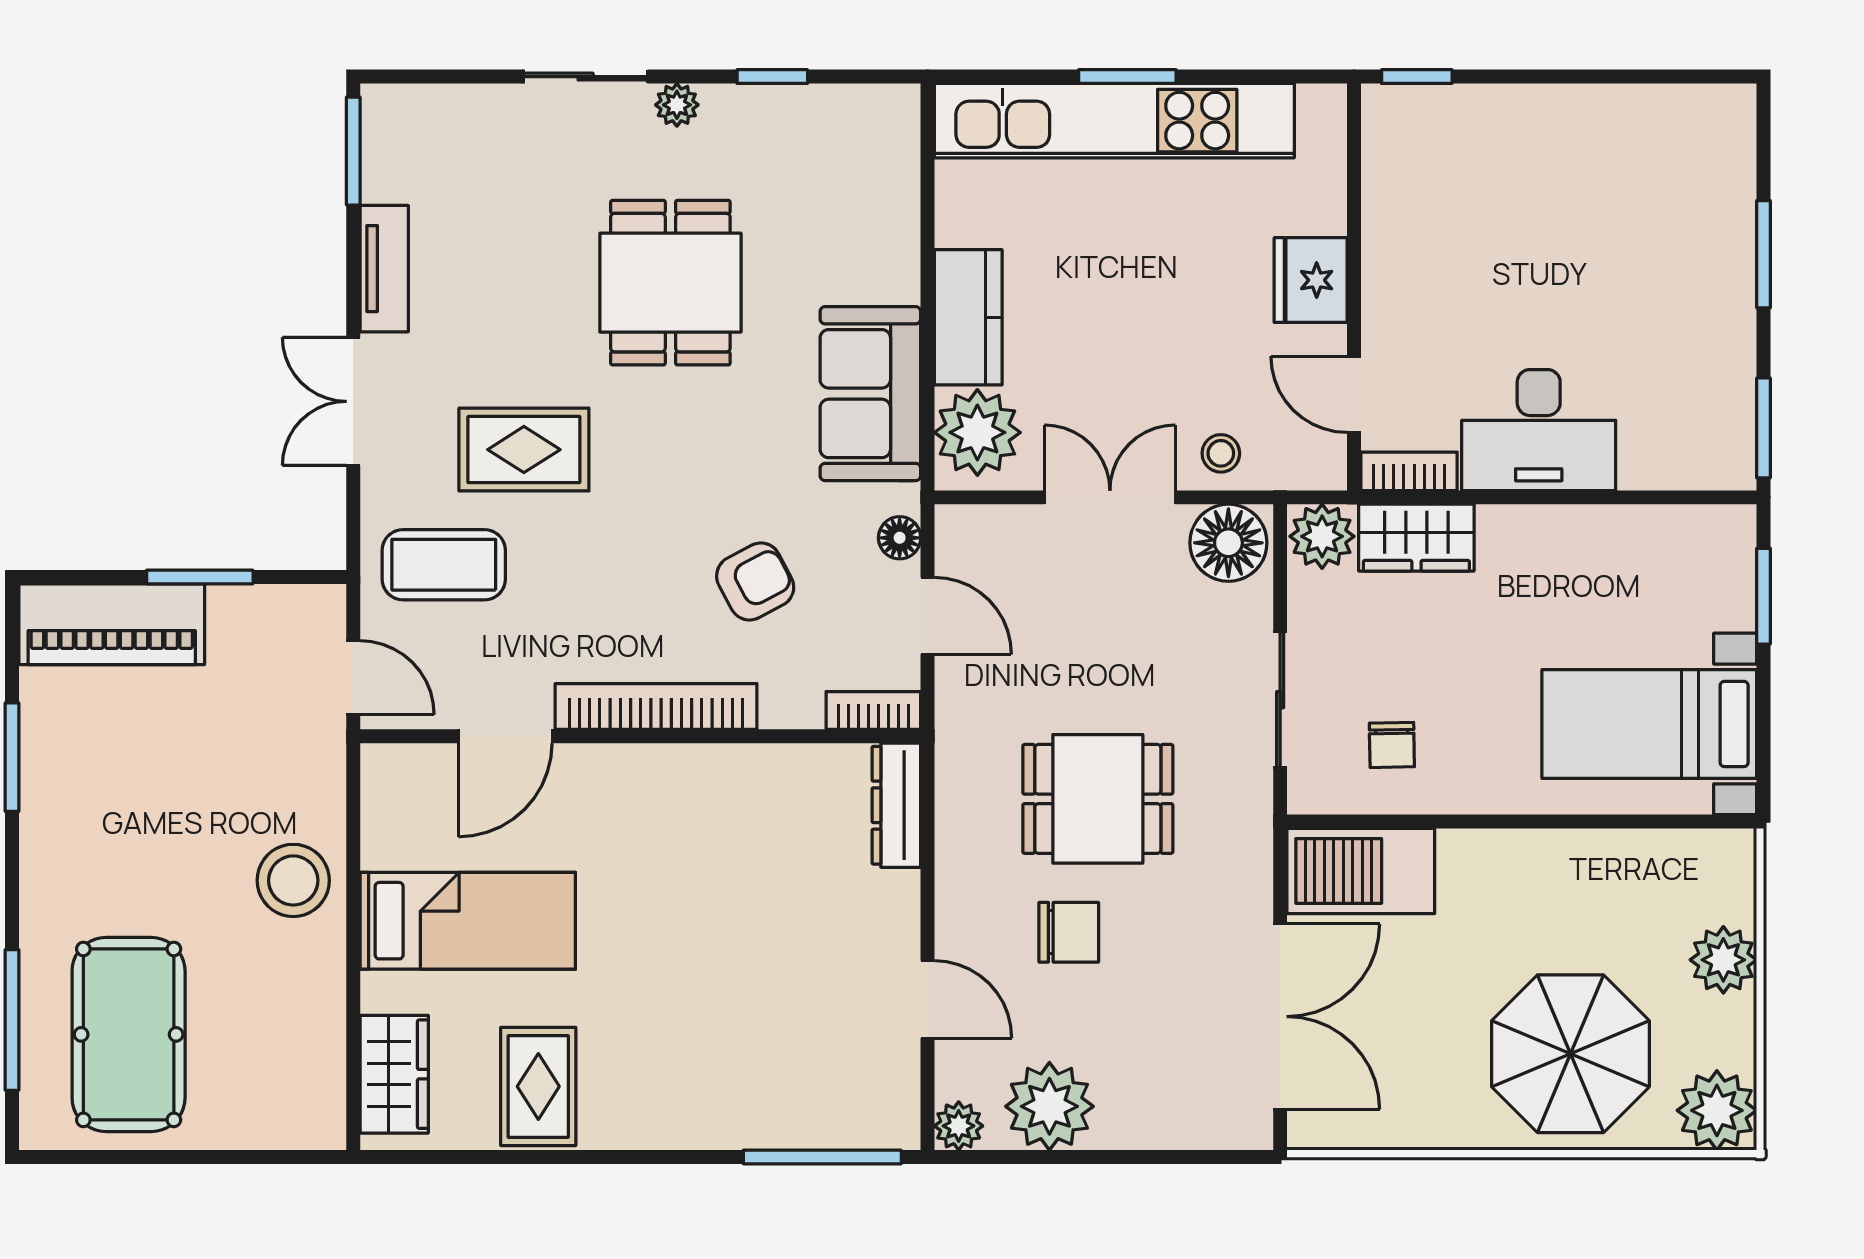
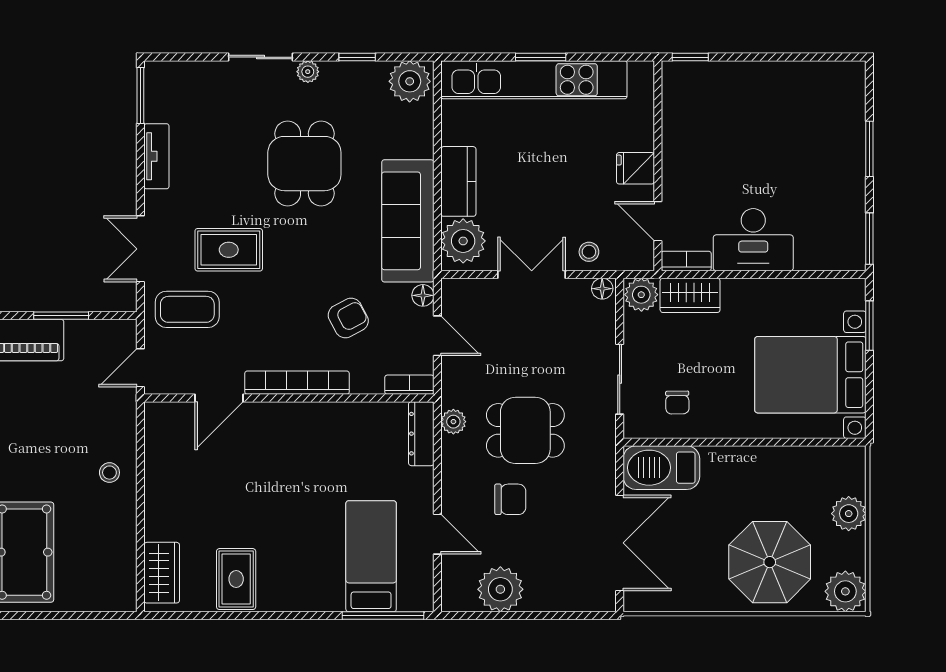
plant: (874, 124) -> (410, 81), added
fridge: (1311, 280) -> (635, 168), width x0.72
sofa: (870, 394) -> (408, 221), width x1.36
double door: (353, 401) -> (140, 249), moved
floor lamp: (1228, 543) -> (602, 289), width x0.53, depth x0.53
door: (353, 678) -> (140, 368), swing flipped
bed with nightstands: (1649, 724) -> (810, 375), width x1.36
stool: (293, 880) -> (109, 473), width x0.53, depth x0.53
bed: (468, 921) -> (371, 556), moved, turned -90
plant: (959, 1126) -> (453, 422), moved

